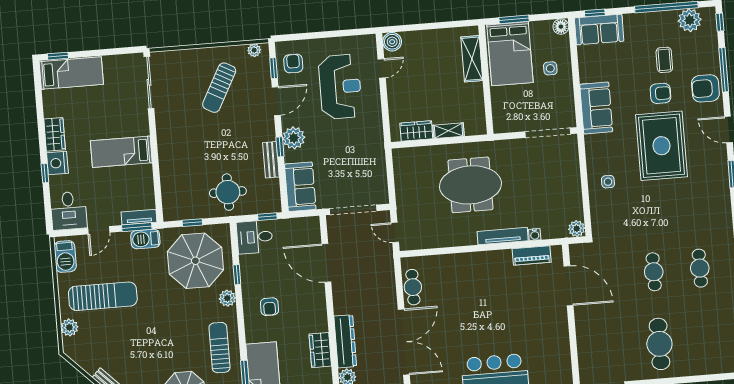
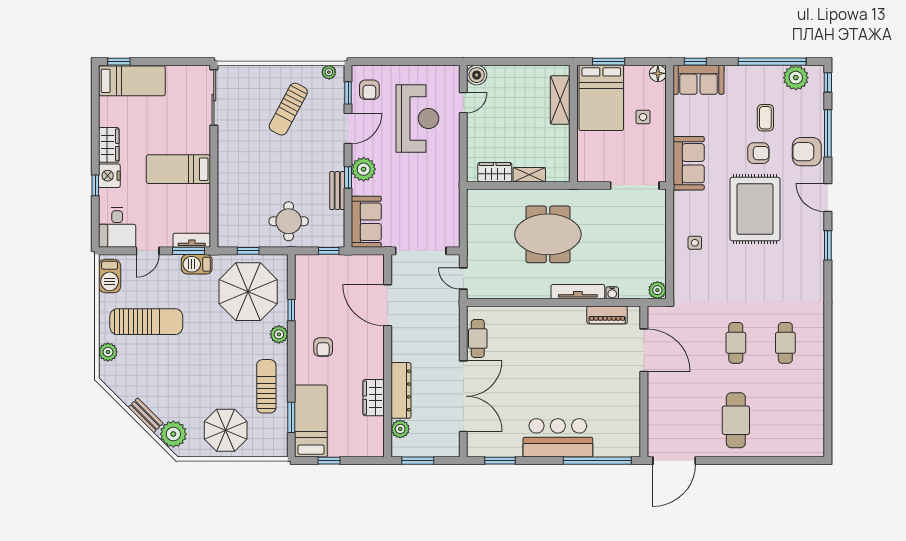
armchair: (293, 64) -> (369, 90), turned 180
desk: (255, 237) -> (313, 272), removed

